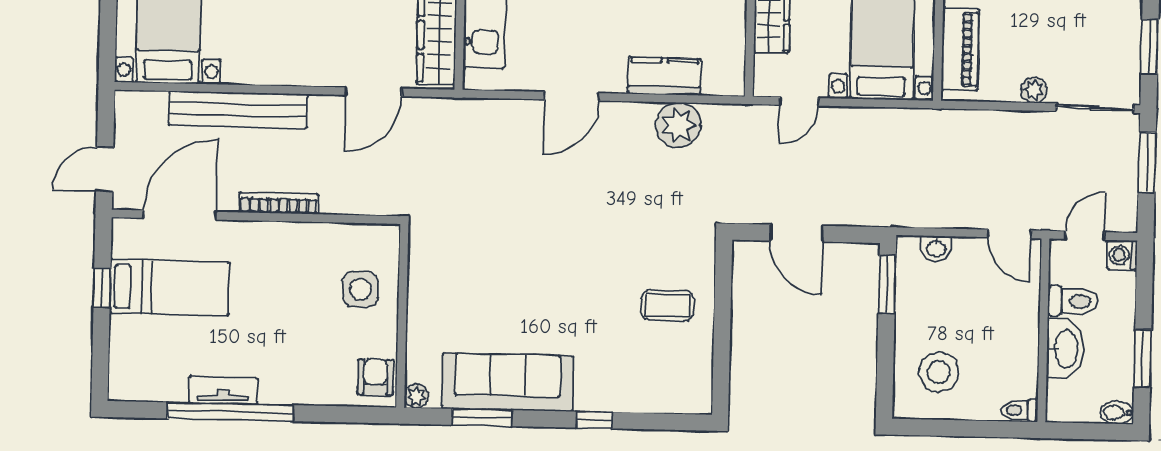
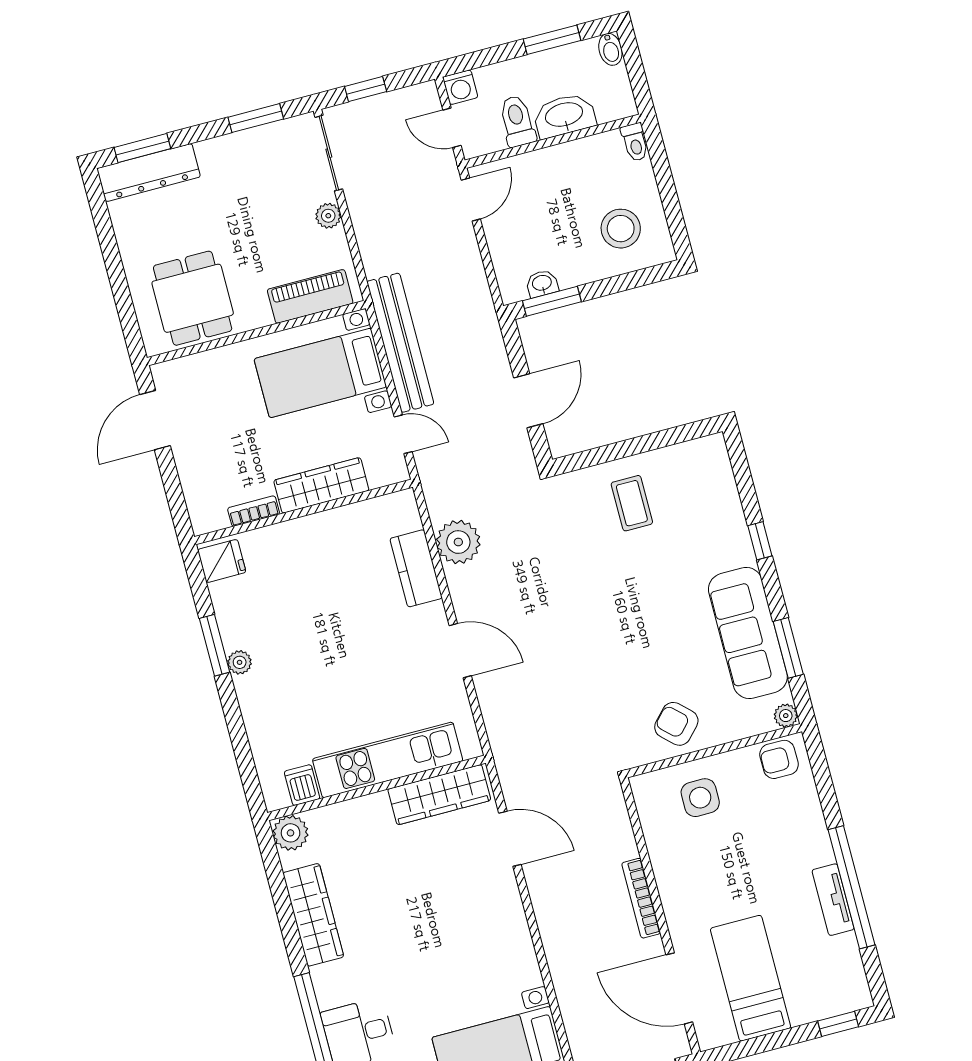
bench: (238, 110) -> (400, 343), moved
window: (1147, 162) -> (366, 89), width x0.67
washbasin: (936, 248) -> (542, 284), moved, turned -90
armchair: (439, 287) -> (676, 724), added
window: (102, 288) -> (838, 1024), moved

